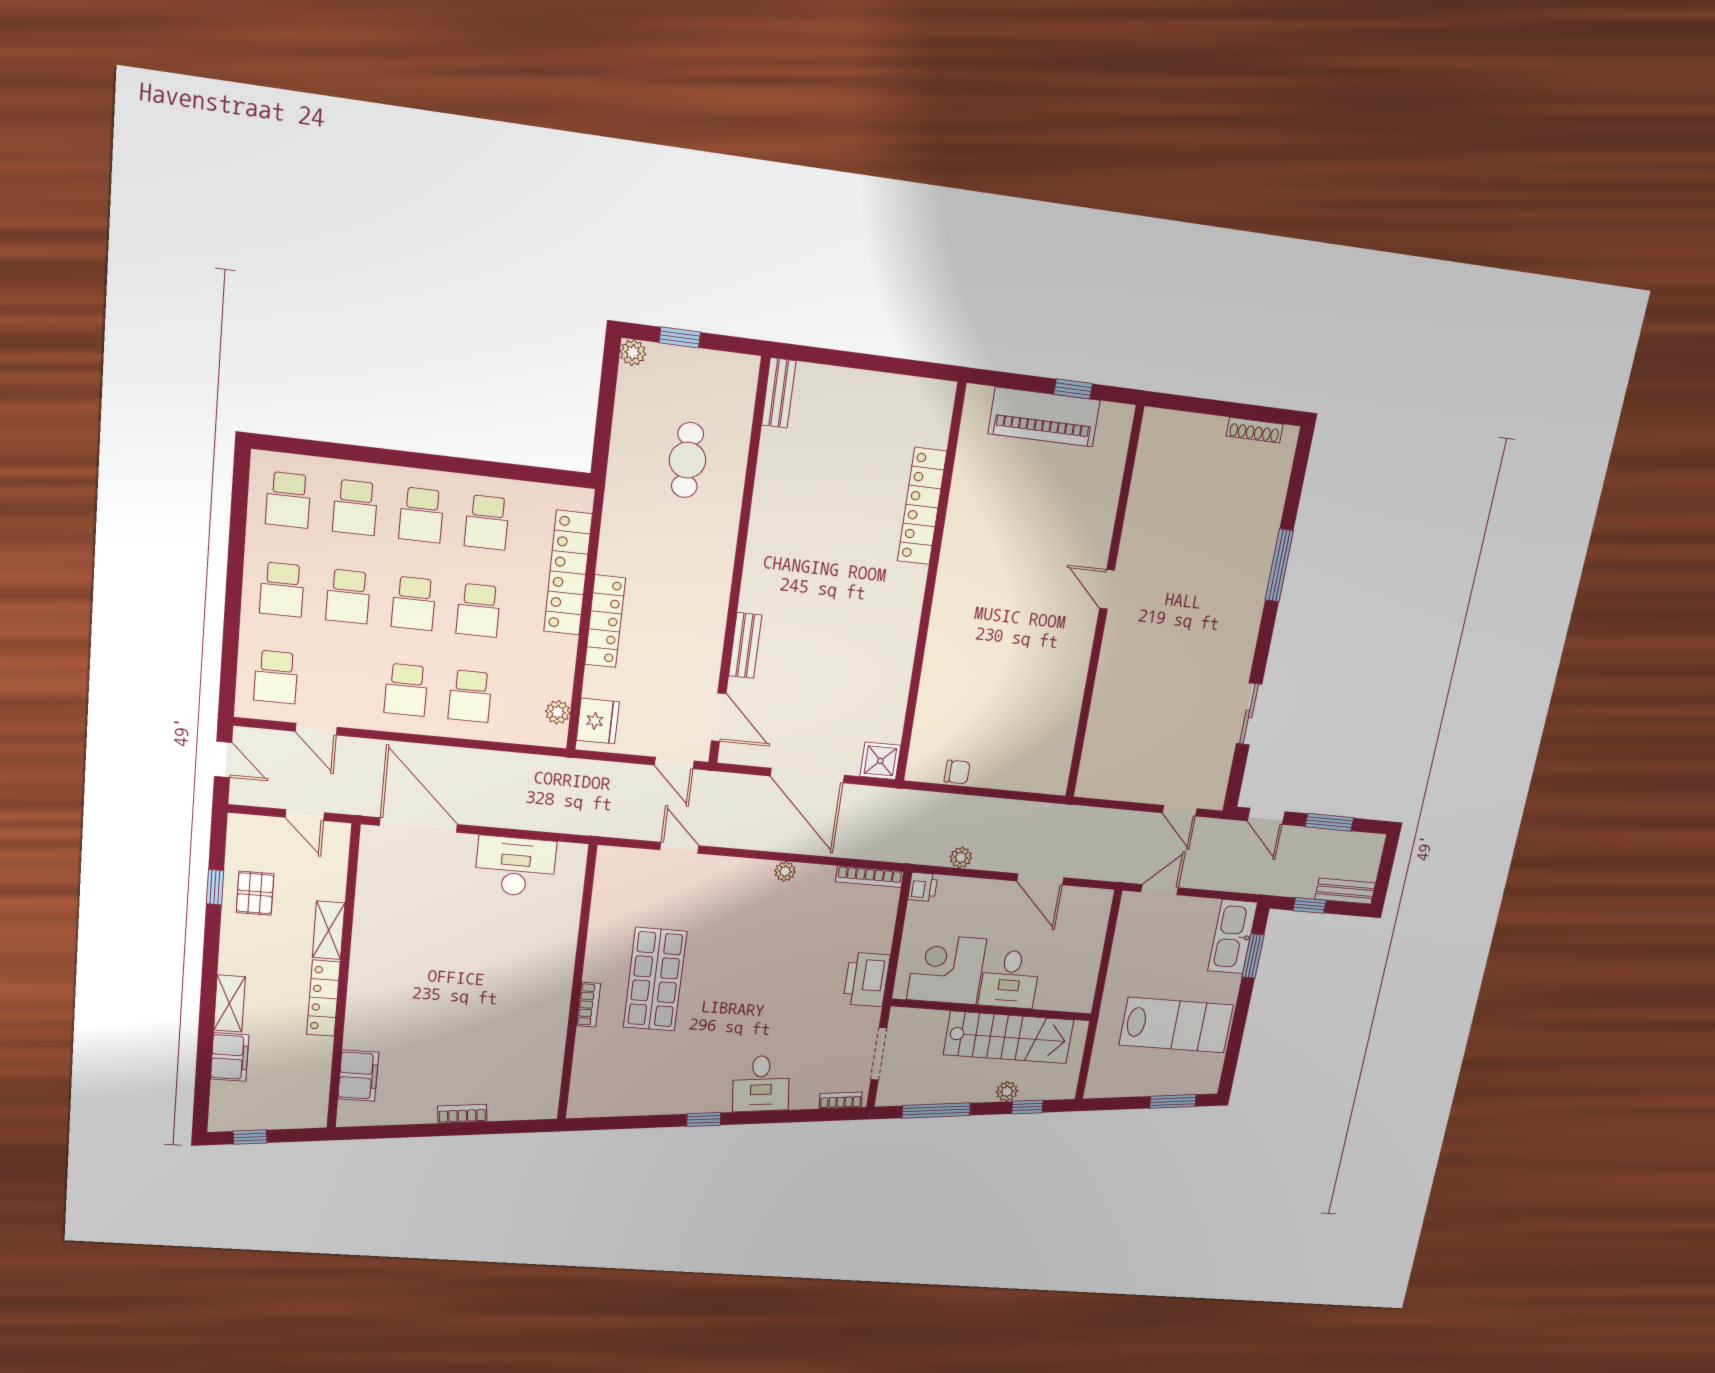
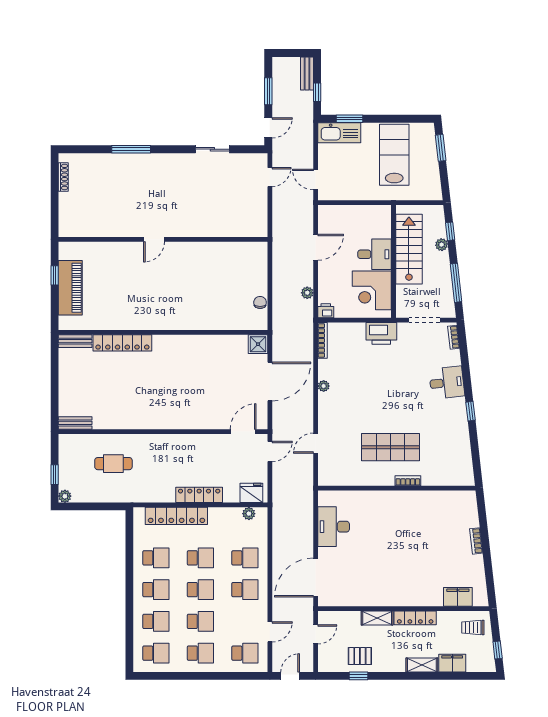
bench: (745, 646) -> (75, 341), moved
trolley: (297, 1098) -> (473, 627), added

